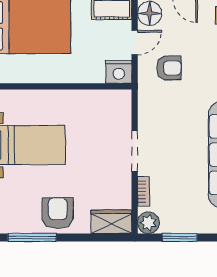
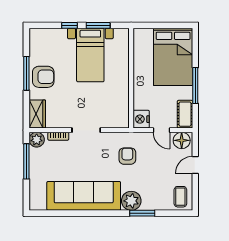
armchair: (169, 68) -> (127, 156), moved, turned 180
window: (32, 237) -> (26, 73), moved
window: (180, 237) -> (26, 161), width x1.44

